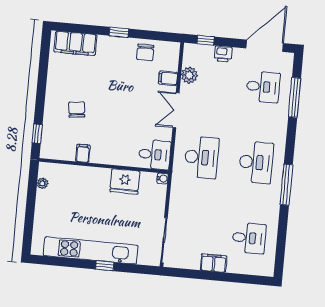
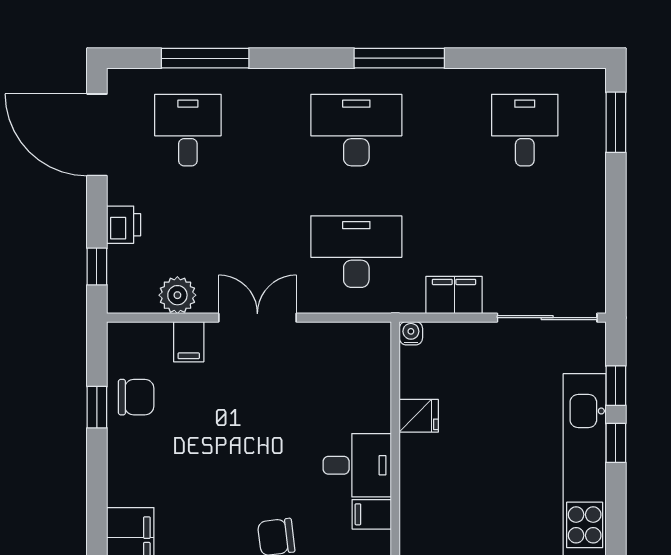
window: (119, 32) -> (97, 407), moved
double door: (176, 110) -> (257, 318), swing flipped
desk: (155, 155) -> (357, 465), moved, turned 90
fridge: (125, 181) -> (419, 416), width x0.53, depth x0.75
filing cabinet: (214, 263) -> (454, 295), moved, turned 90
window: (130, 268) -> (616, 386), added
window: (249, 279) -> (616, 122), added

